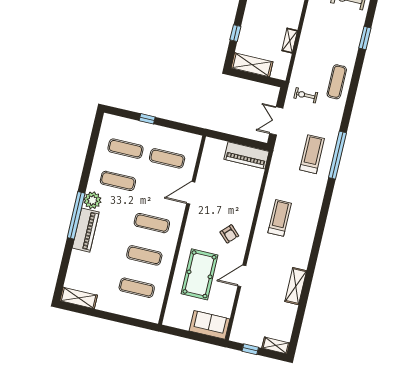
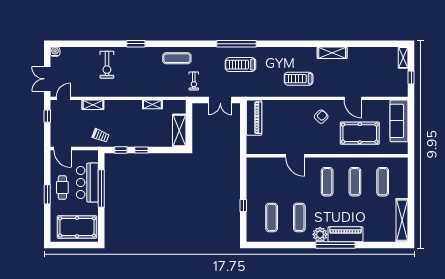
window: (235, 33) -> (141, 150), moved
exercise mat: (167, 158) -> (272, 182), removed
shelving: (296, 286) -> (332, 53), moved
shelving: (79, 298) -> (402, 220), width x1.47
sofa: (210, 325) -> (399, 121), width x1.36

